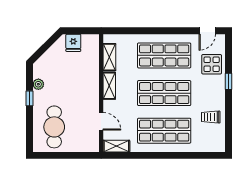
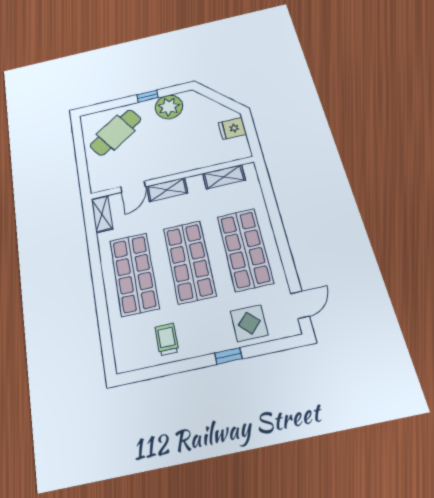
door: (207, 31) -> (300, 305), swing flipped
plant: (38, 84) -> (169, 107), width x1.88, depth x1.88
shelving: (109, 86) -> (167, 190), moved
cafe table: (54, 127) -> (116, 132), turned -34

